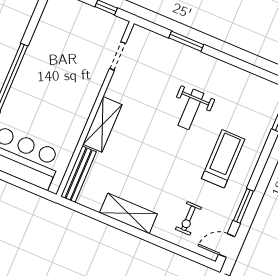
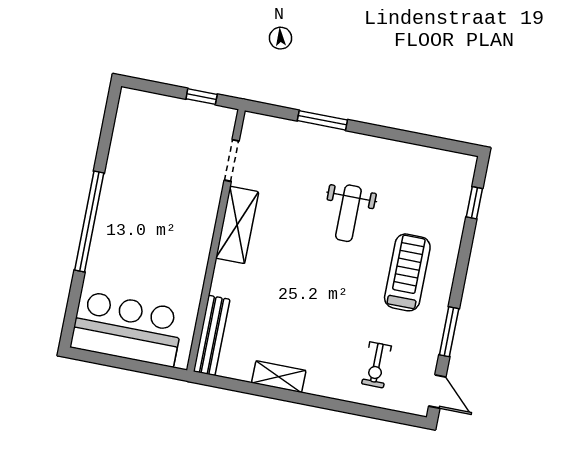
shelving: (102, 124) -> (237, 225), moved
shelving: (128, 213) -> (279, 377), width x0.67, depth x0.75
door: (227, 246) -> (437, 391), swing flipped

